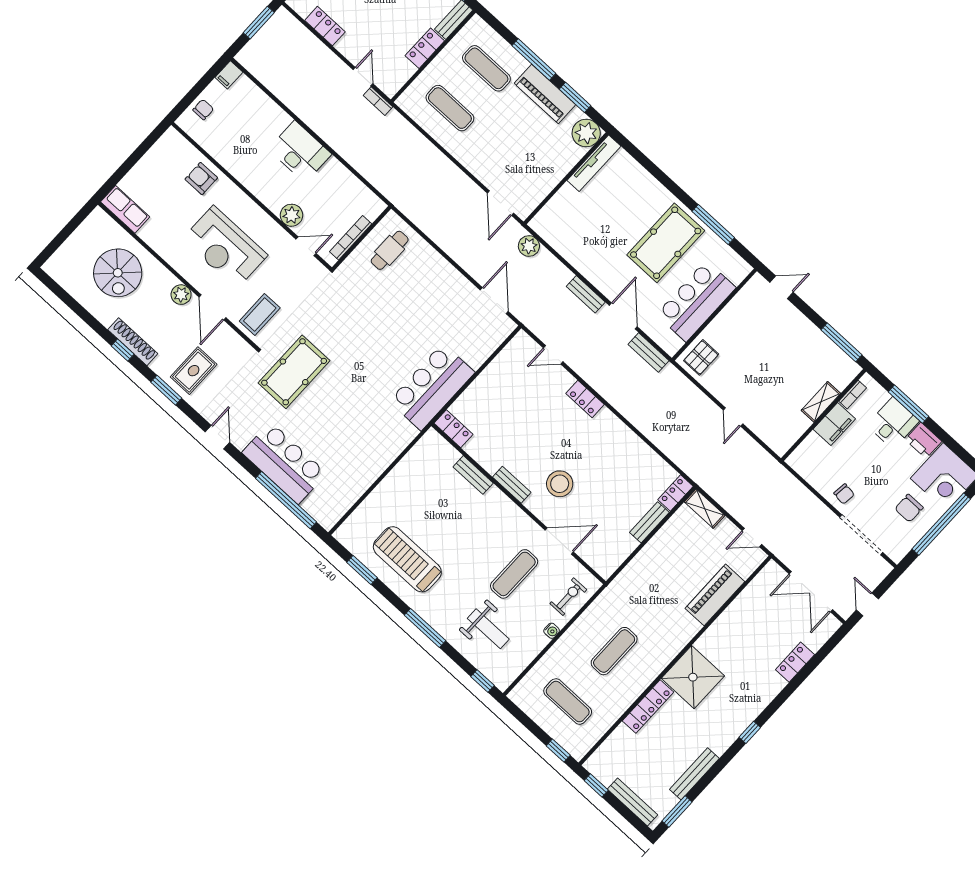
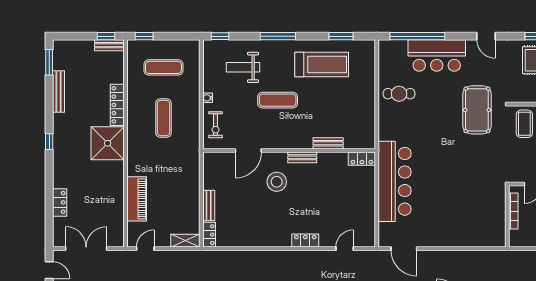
cafe table: (390, 250) -> (399, 94), moved, turned 90
bar counter: (432, 387) -> (395, 181), width x1.36
exercise mat: (514, 574) -> (278, 100), moved, turned 90
bench: (633, 802) -> (109, 45), moved, width x0.73

